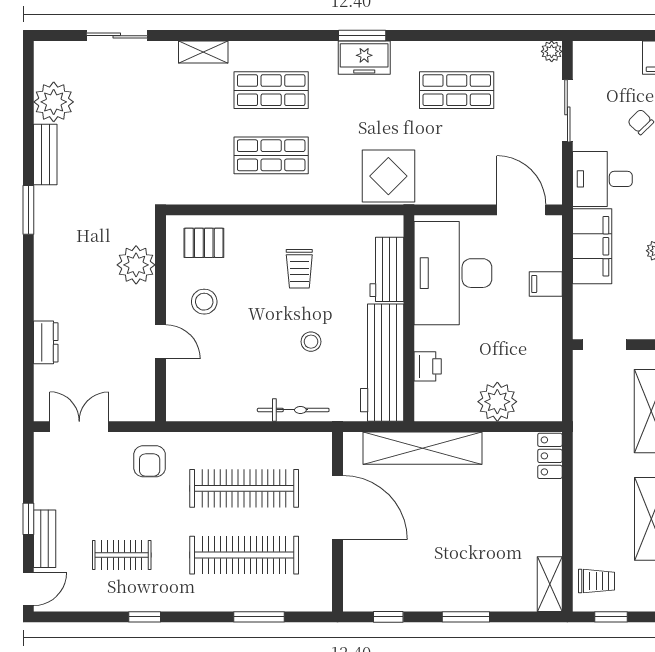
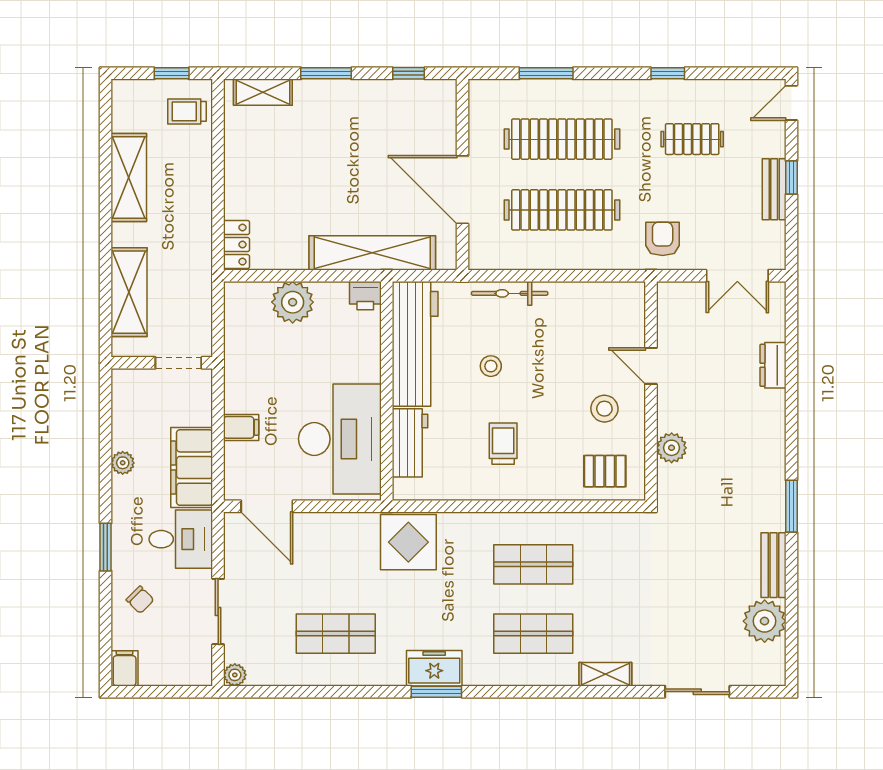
plant: (136, 265) -> (672, 448), width x0.73, depth x0.73
printer: (428, 366) -> (365, 296), moved, turned -90
bench: (45, 539) -> (774, 189), moved
shelving: (550, 584) -> (263, 92), moved, turned 90

